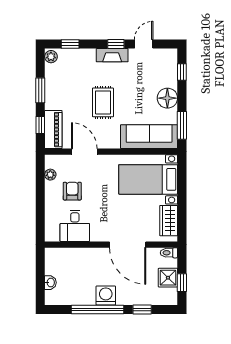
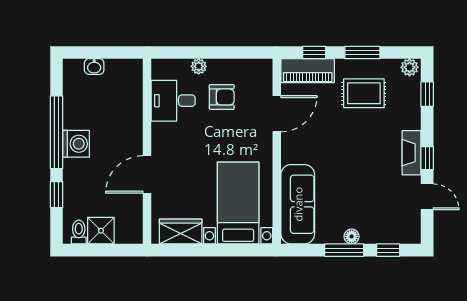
floor lamp: (167, 98) -> (352, 236), width x0.53, depth x0.53
rug: (103, 102) -> (364, 93), moved
window: (182, 125) -> (344, 250), moved
plant: (50, 175) -> (199, 66), moved
door: (128, 245) -> (147, 174), width x0.73
toilet: (169, 253) -> (79, 232), moved
window: (182, 283) -> (94, 250), removed

